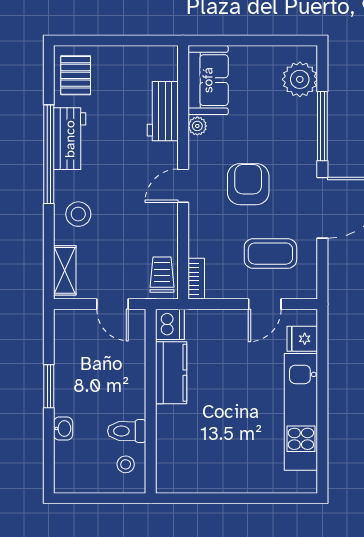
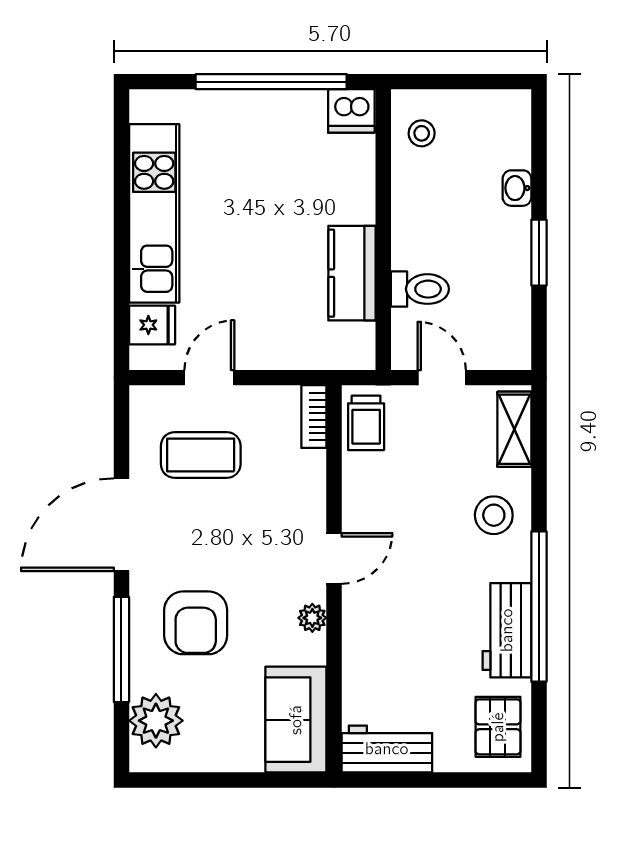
workbench: (163, 111) -> (387, 749), moved, turned -90
plant: (197, 126) -> (312, 618), moved
armchair: (248, 184) -> (196, 623), moved
dishwasher: (170, 324) -> (351, 111), moved, turned -90
toilet: (127, 431) -> (420, 289), moved
window: (224, 498) -> (271, 82), added

